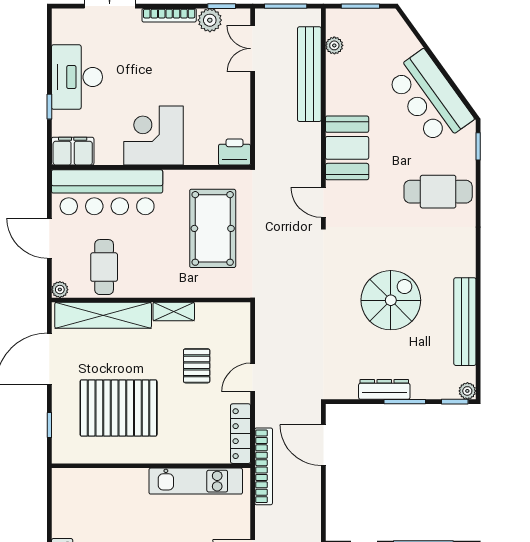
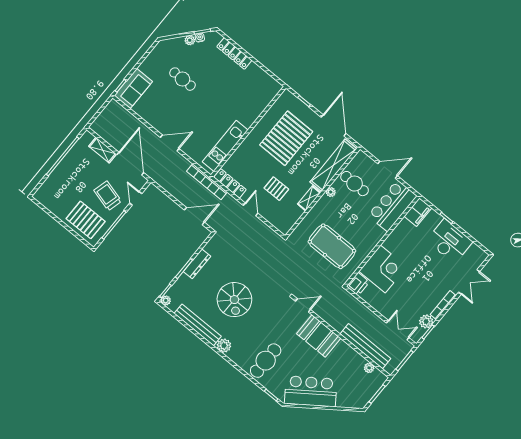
corner desk: (154, 136) -> (383, 269), moved
bar counter: (107, 192) -> (392, 206), width x0.73
plant: (464, 264) -> (224, 346), added
plant: (60, 290) -> (331, 192), moved

